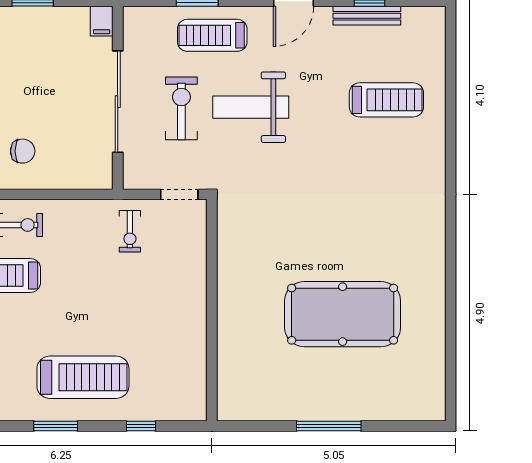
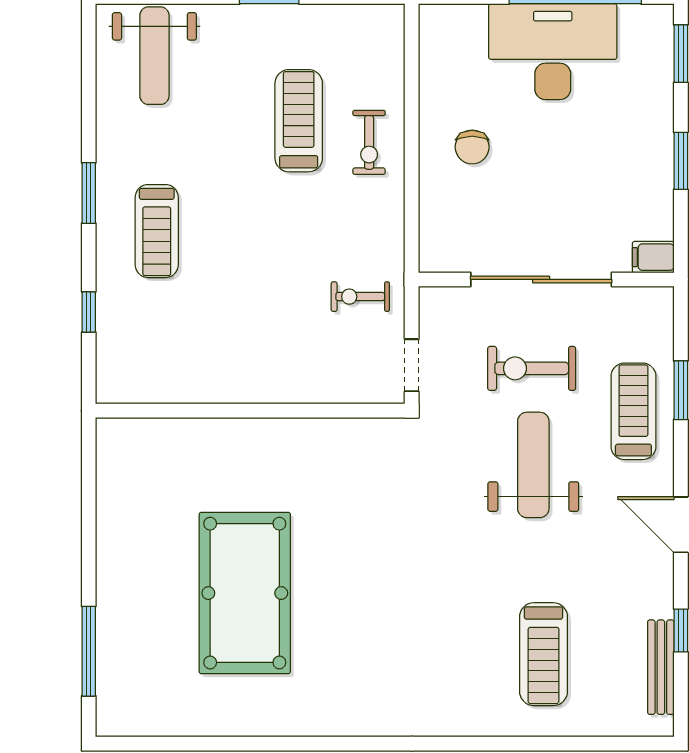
bench: (367, 16) -> (661, 667), moved
exercise bike: (181, 108) -> (532, 368), turned 180
treadmill: (83, 377) -> (157, 231), width x0.73, depth x0.73
window: (329, 426) -> (89, 651), moved

